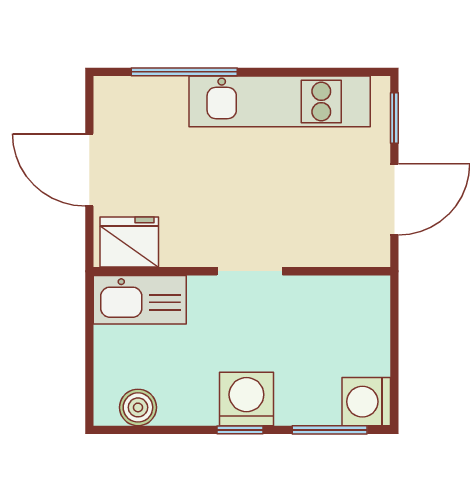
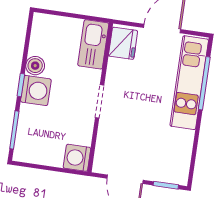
kitchen unit: (280, 101) -> (189, 83), moved
washing machine: (366, 402) -> (77, 158), moved, turned -90
boiler: (138, 407) -> (35, 66), moved

